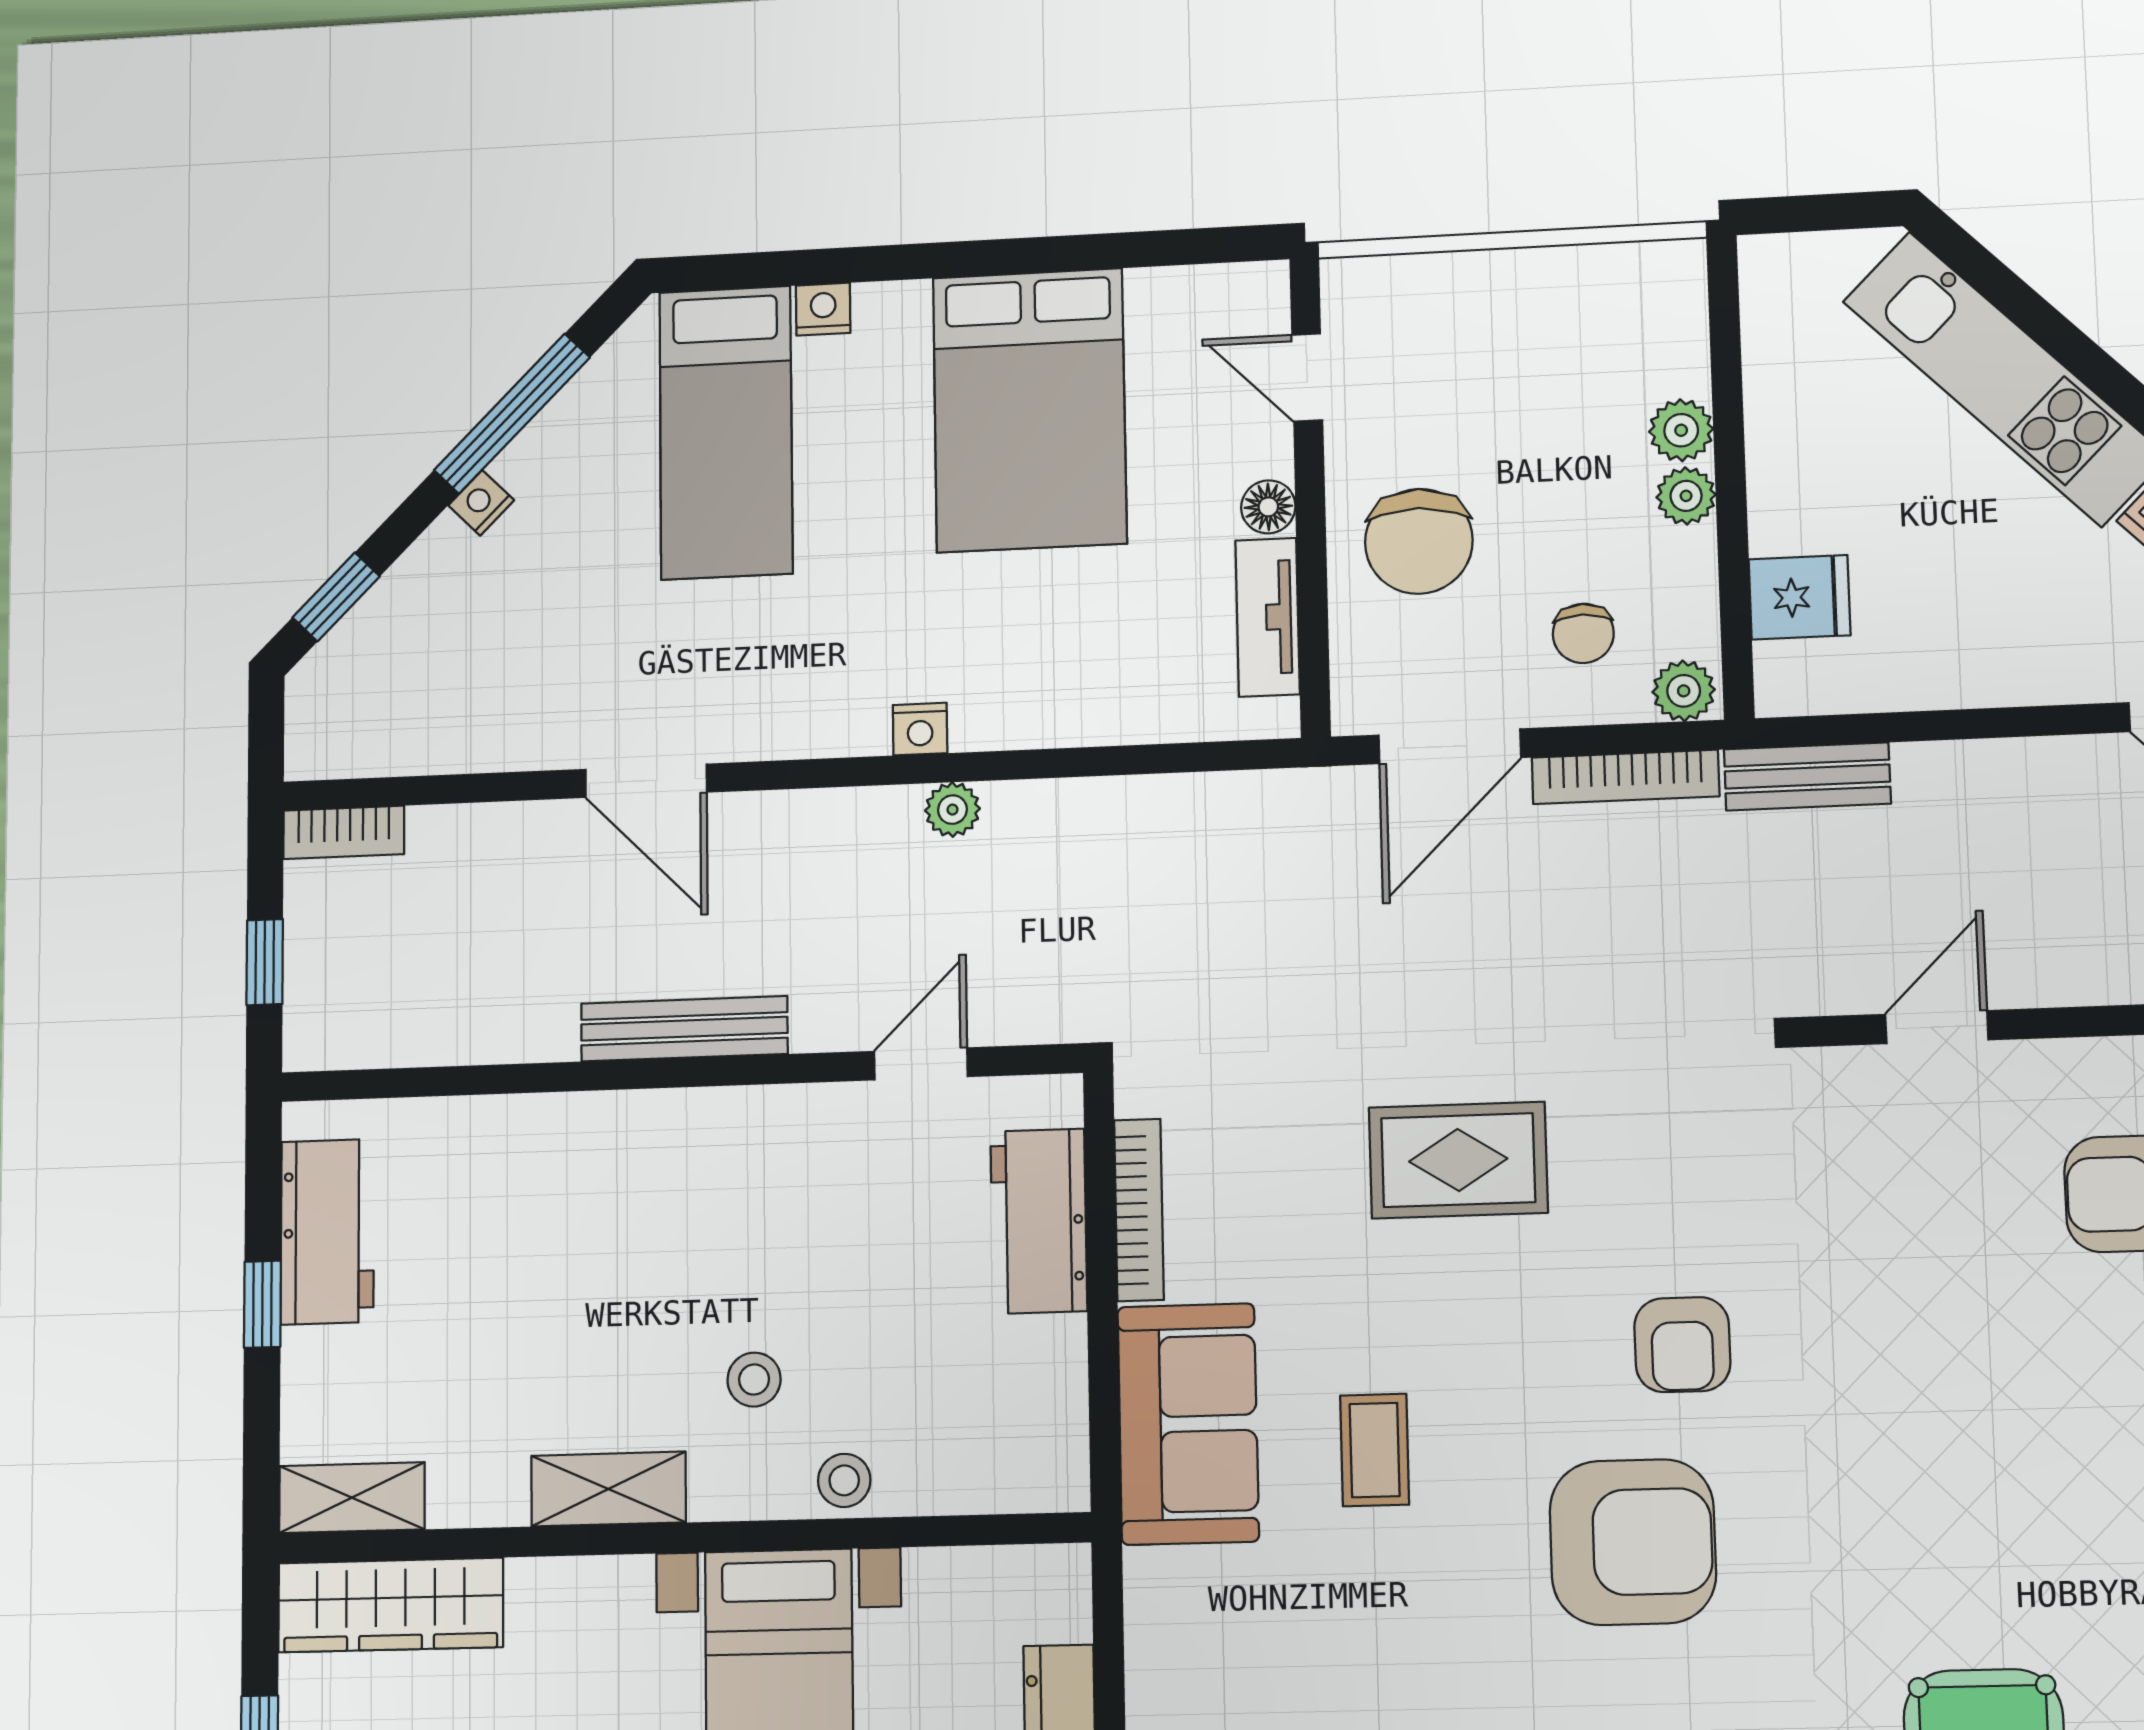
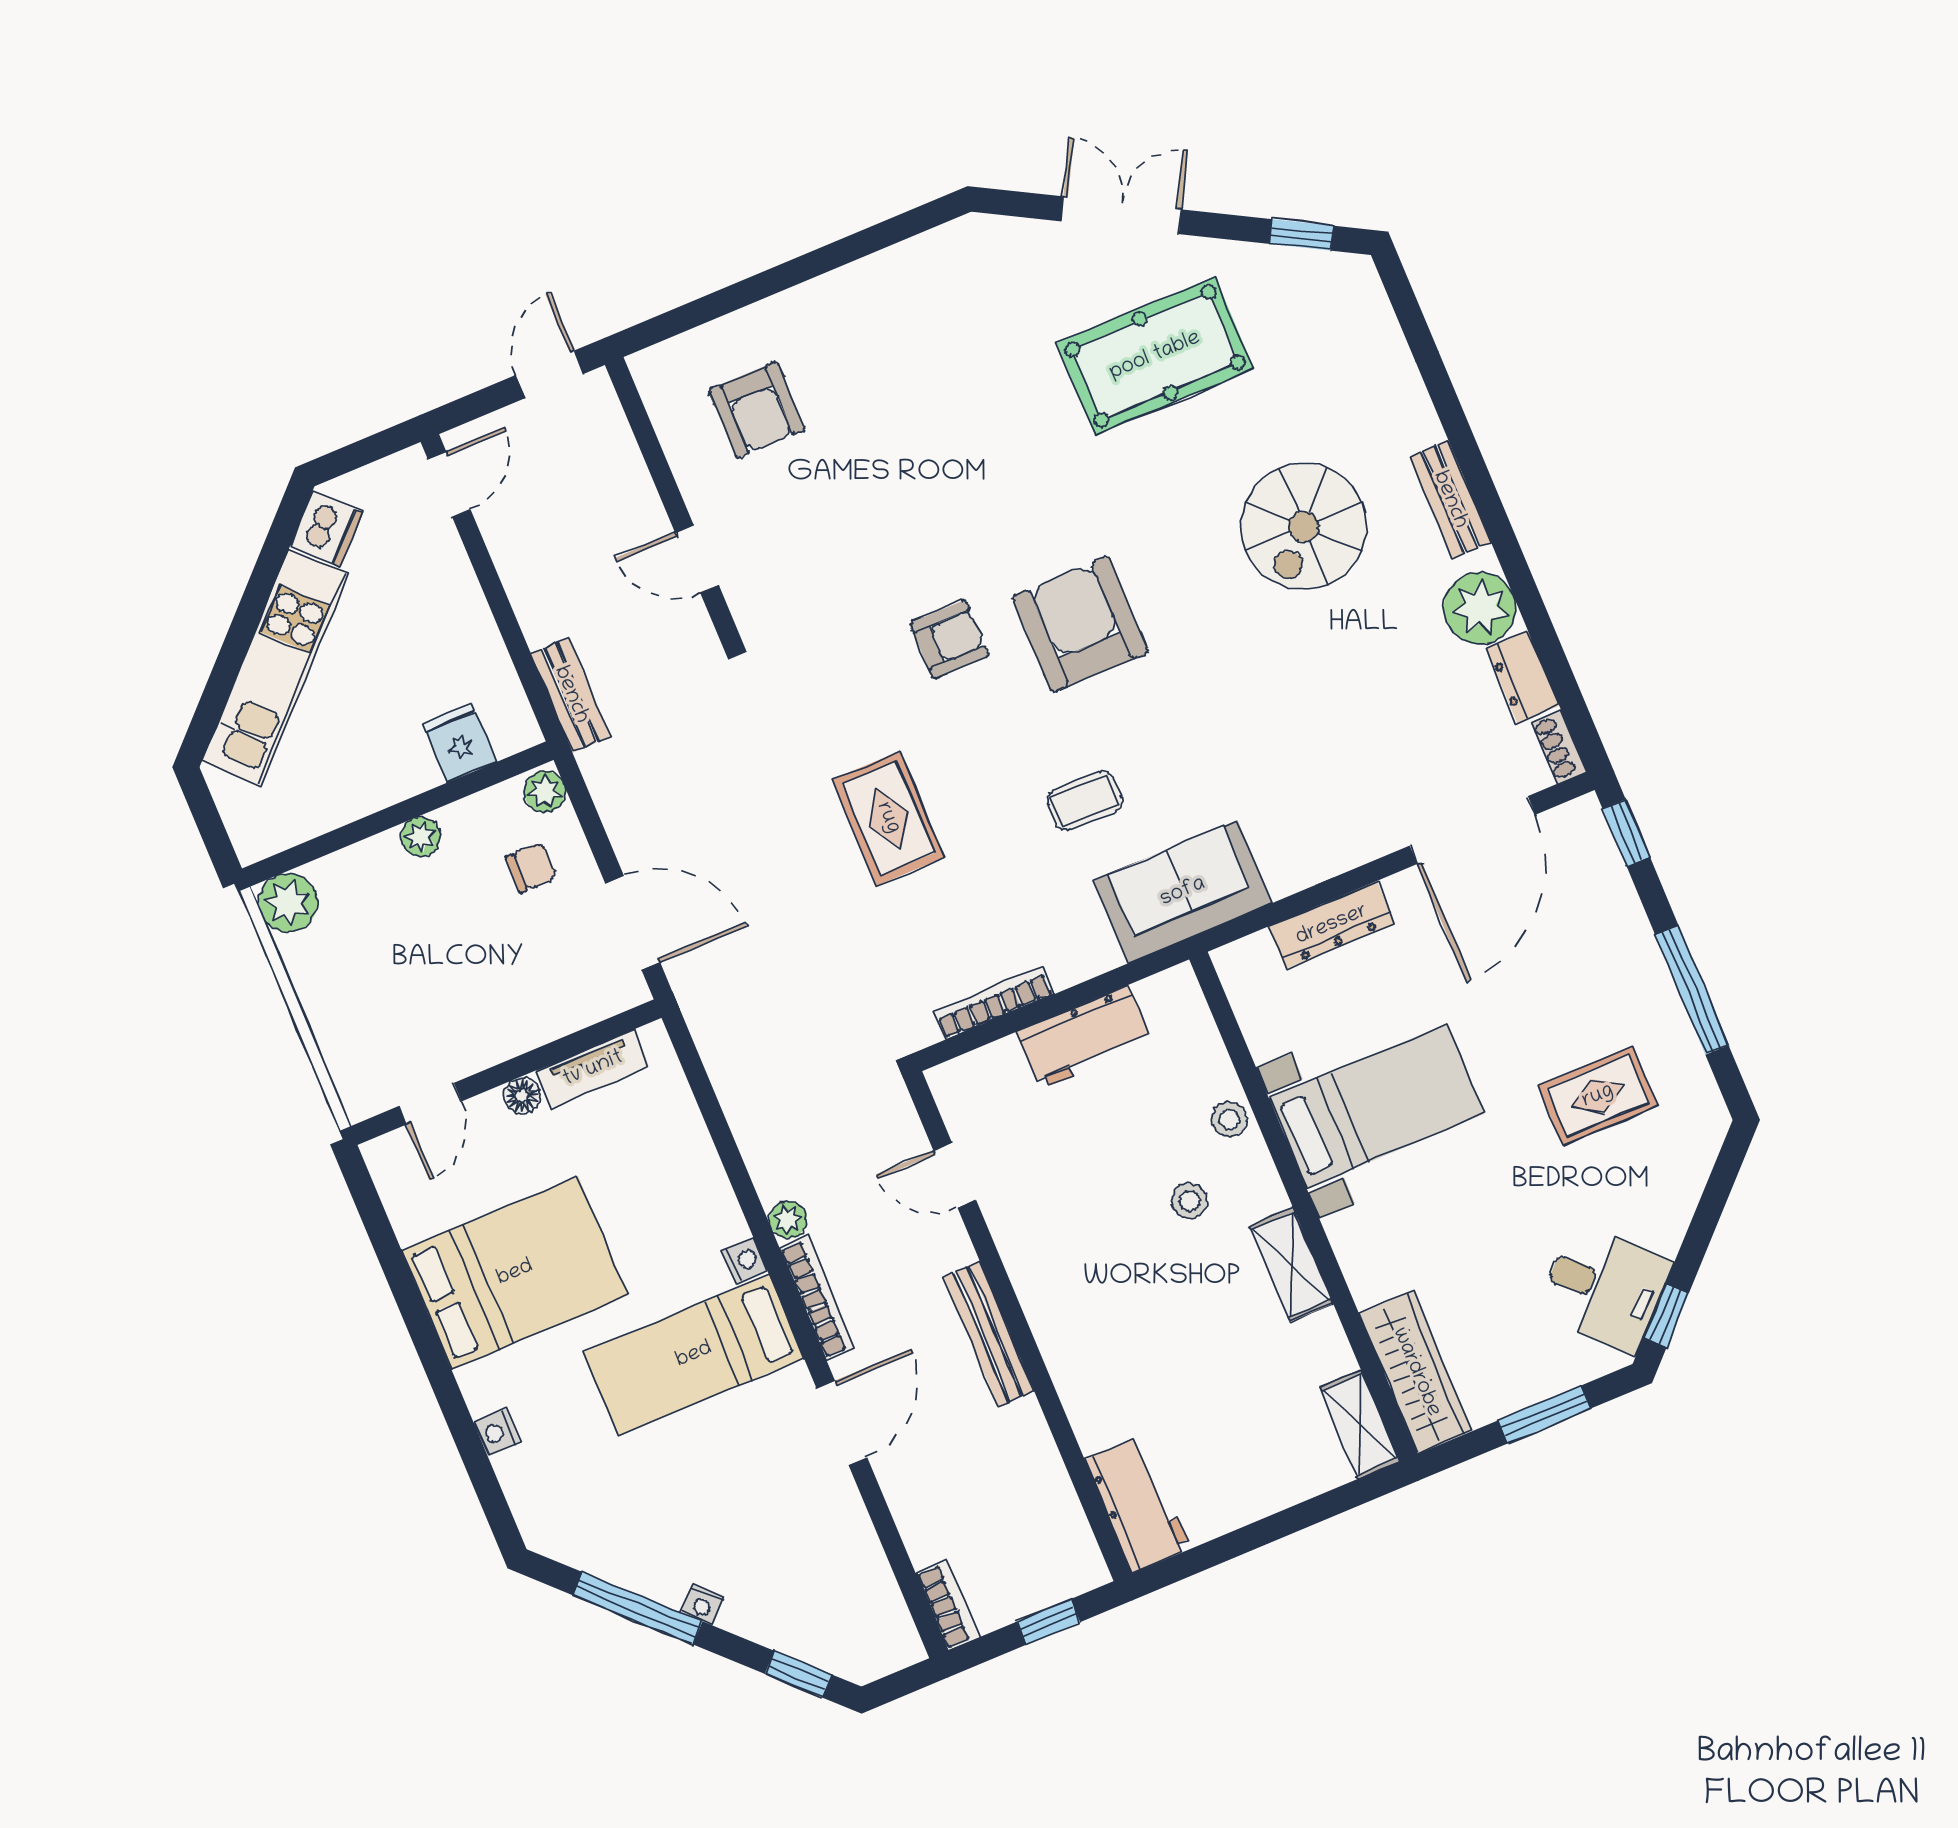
plant: (1681, 430) -> (288, 903), moved, width x1.38, depth x1.38
bed: (726, 433) -> (694, 1355), moved, turned 180
chair: (1419, 541) -> (510, 992), removed
bookcase: (1625, 777) -> (817, 1298), moved
workbench: (1039, 1221) -> (1085, 1037), moved
workbench: (327, 1232) -> (1138, 1504), moved, turned 90
window: (262, 1304) -> (1263, 1532), removed
sofa: (1188, 1424) -> (1183, 892), moved

